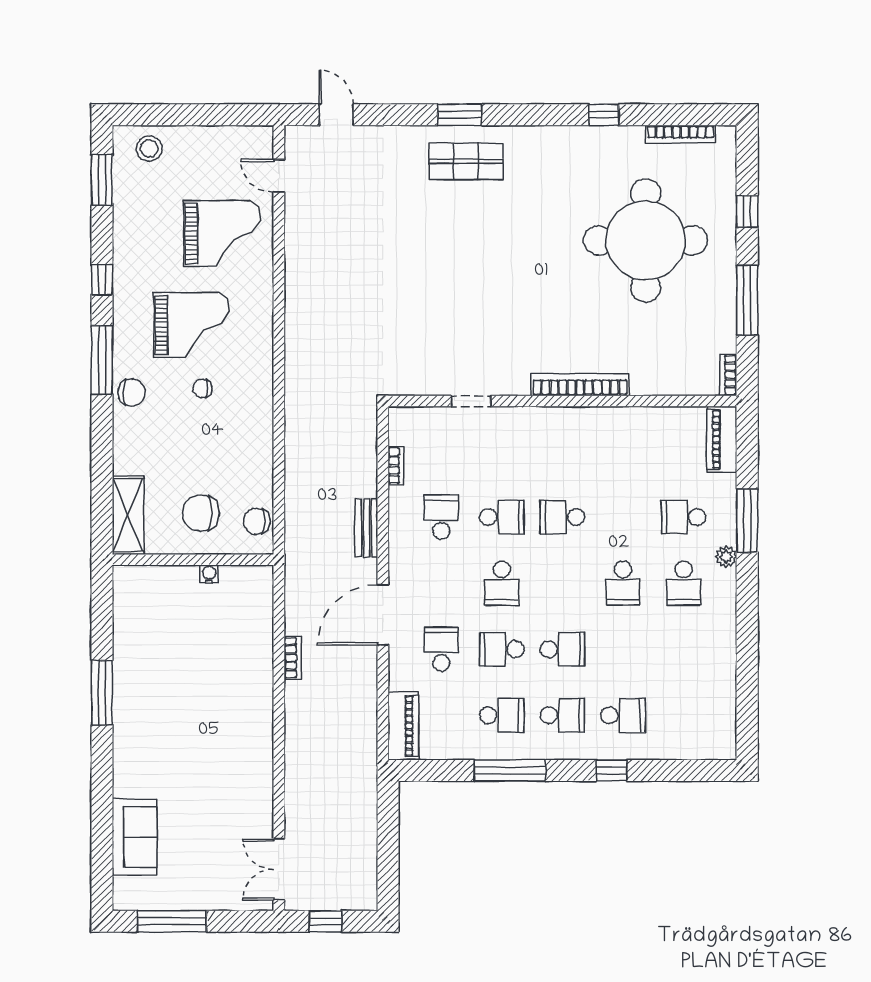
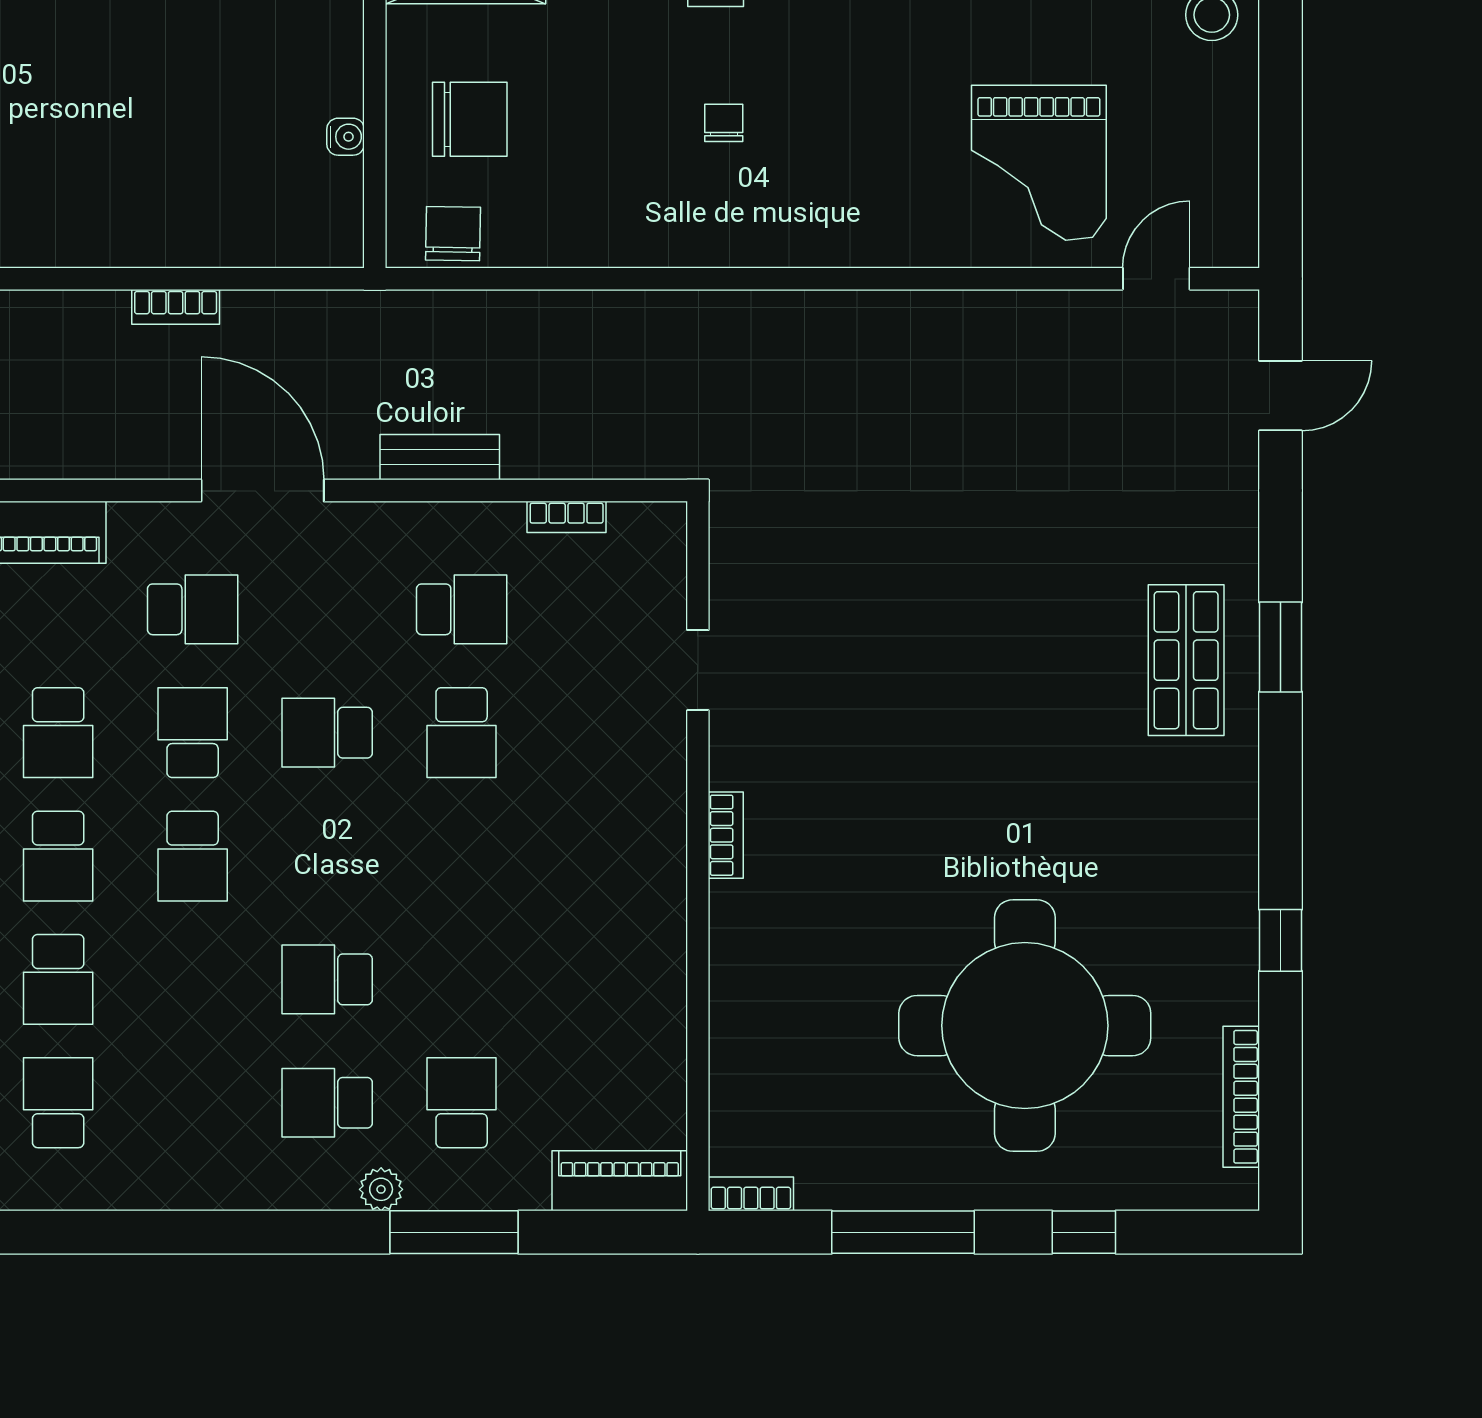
grand piano: (191, 325) -> (853, 100), removed
bookcase: (580, 385) -> (726, 835), width x0.43, depth x0.76
chair: (201, 513) -> (470, 119), turned 90
school desk: (562, 517) -> (58, 1103), moved

